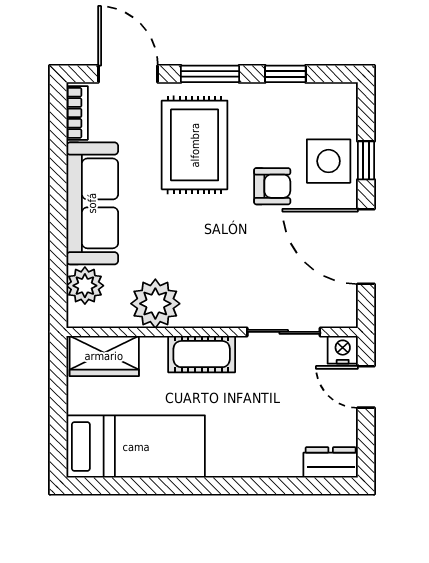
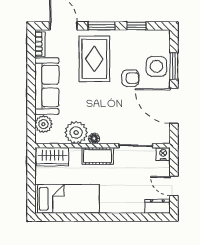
window: (366, 160) -> (174, 66), width x1.50
floor lamp: (194, 316) -> (94, 138), added
door: (366, 387) -> (174, 186), moved

